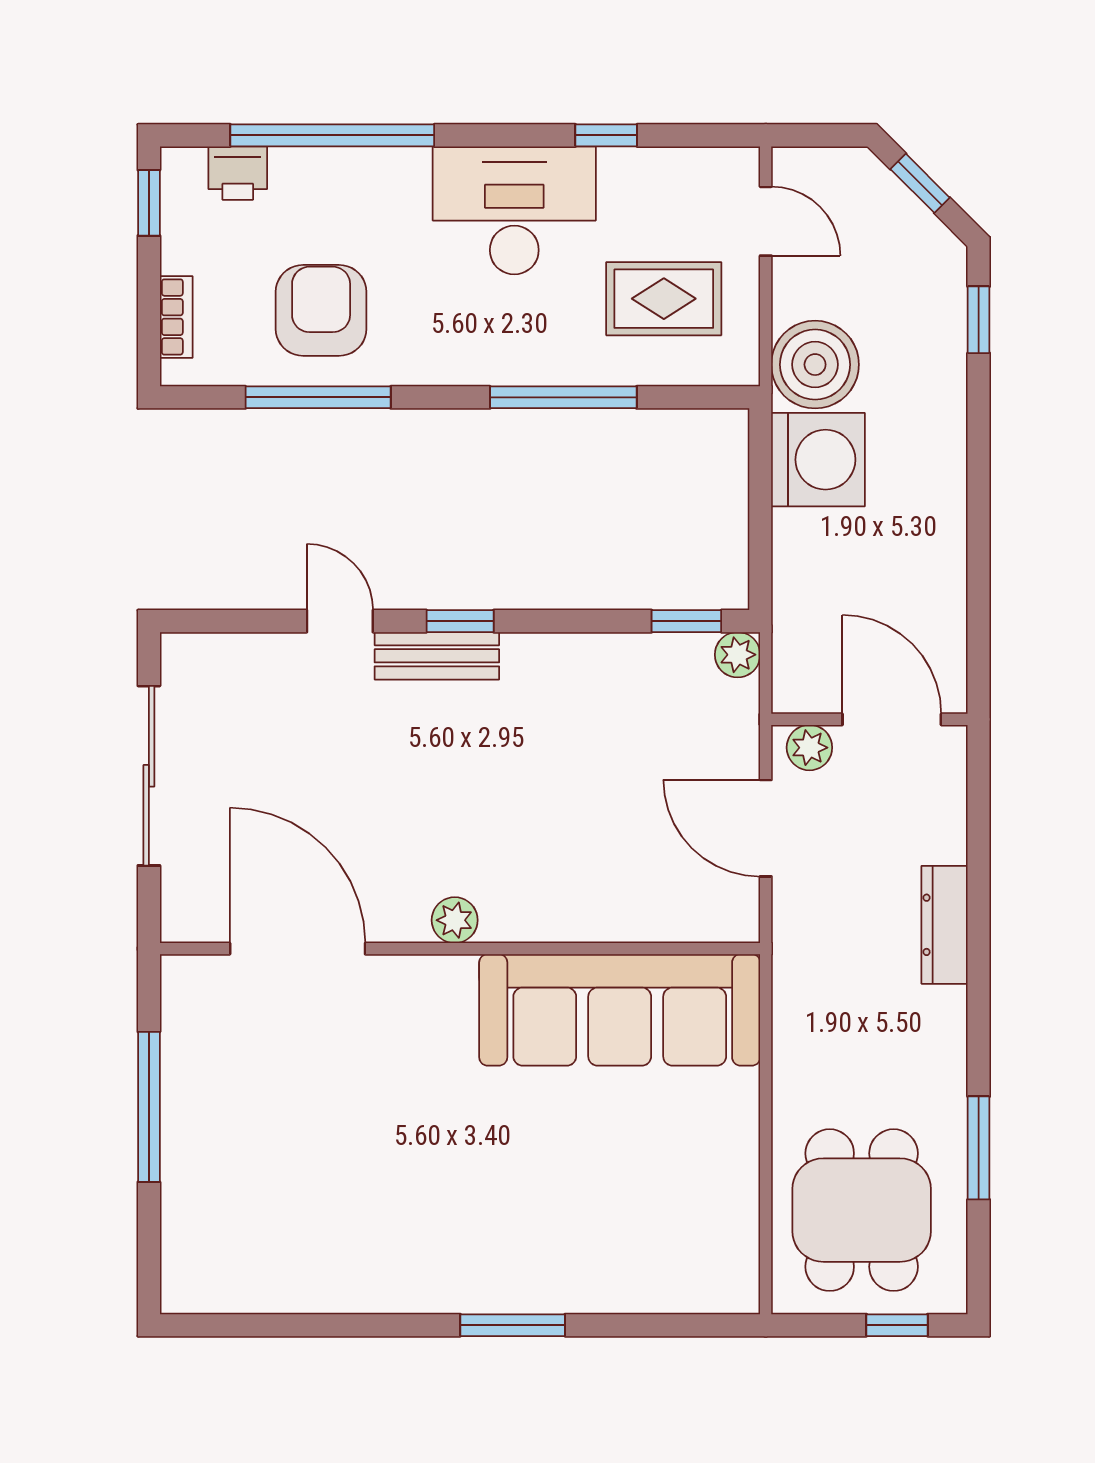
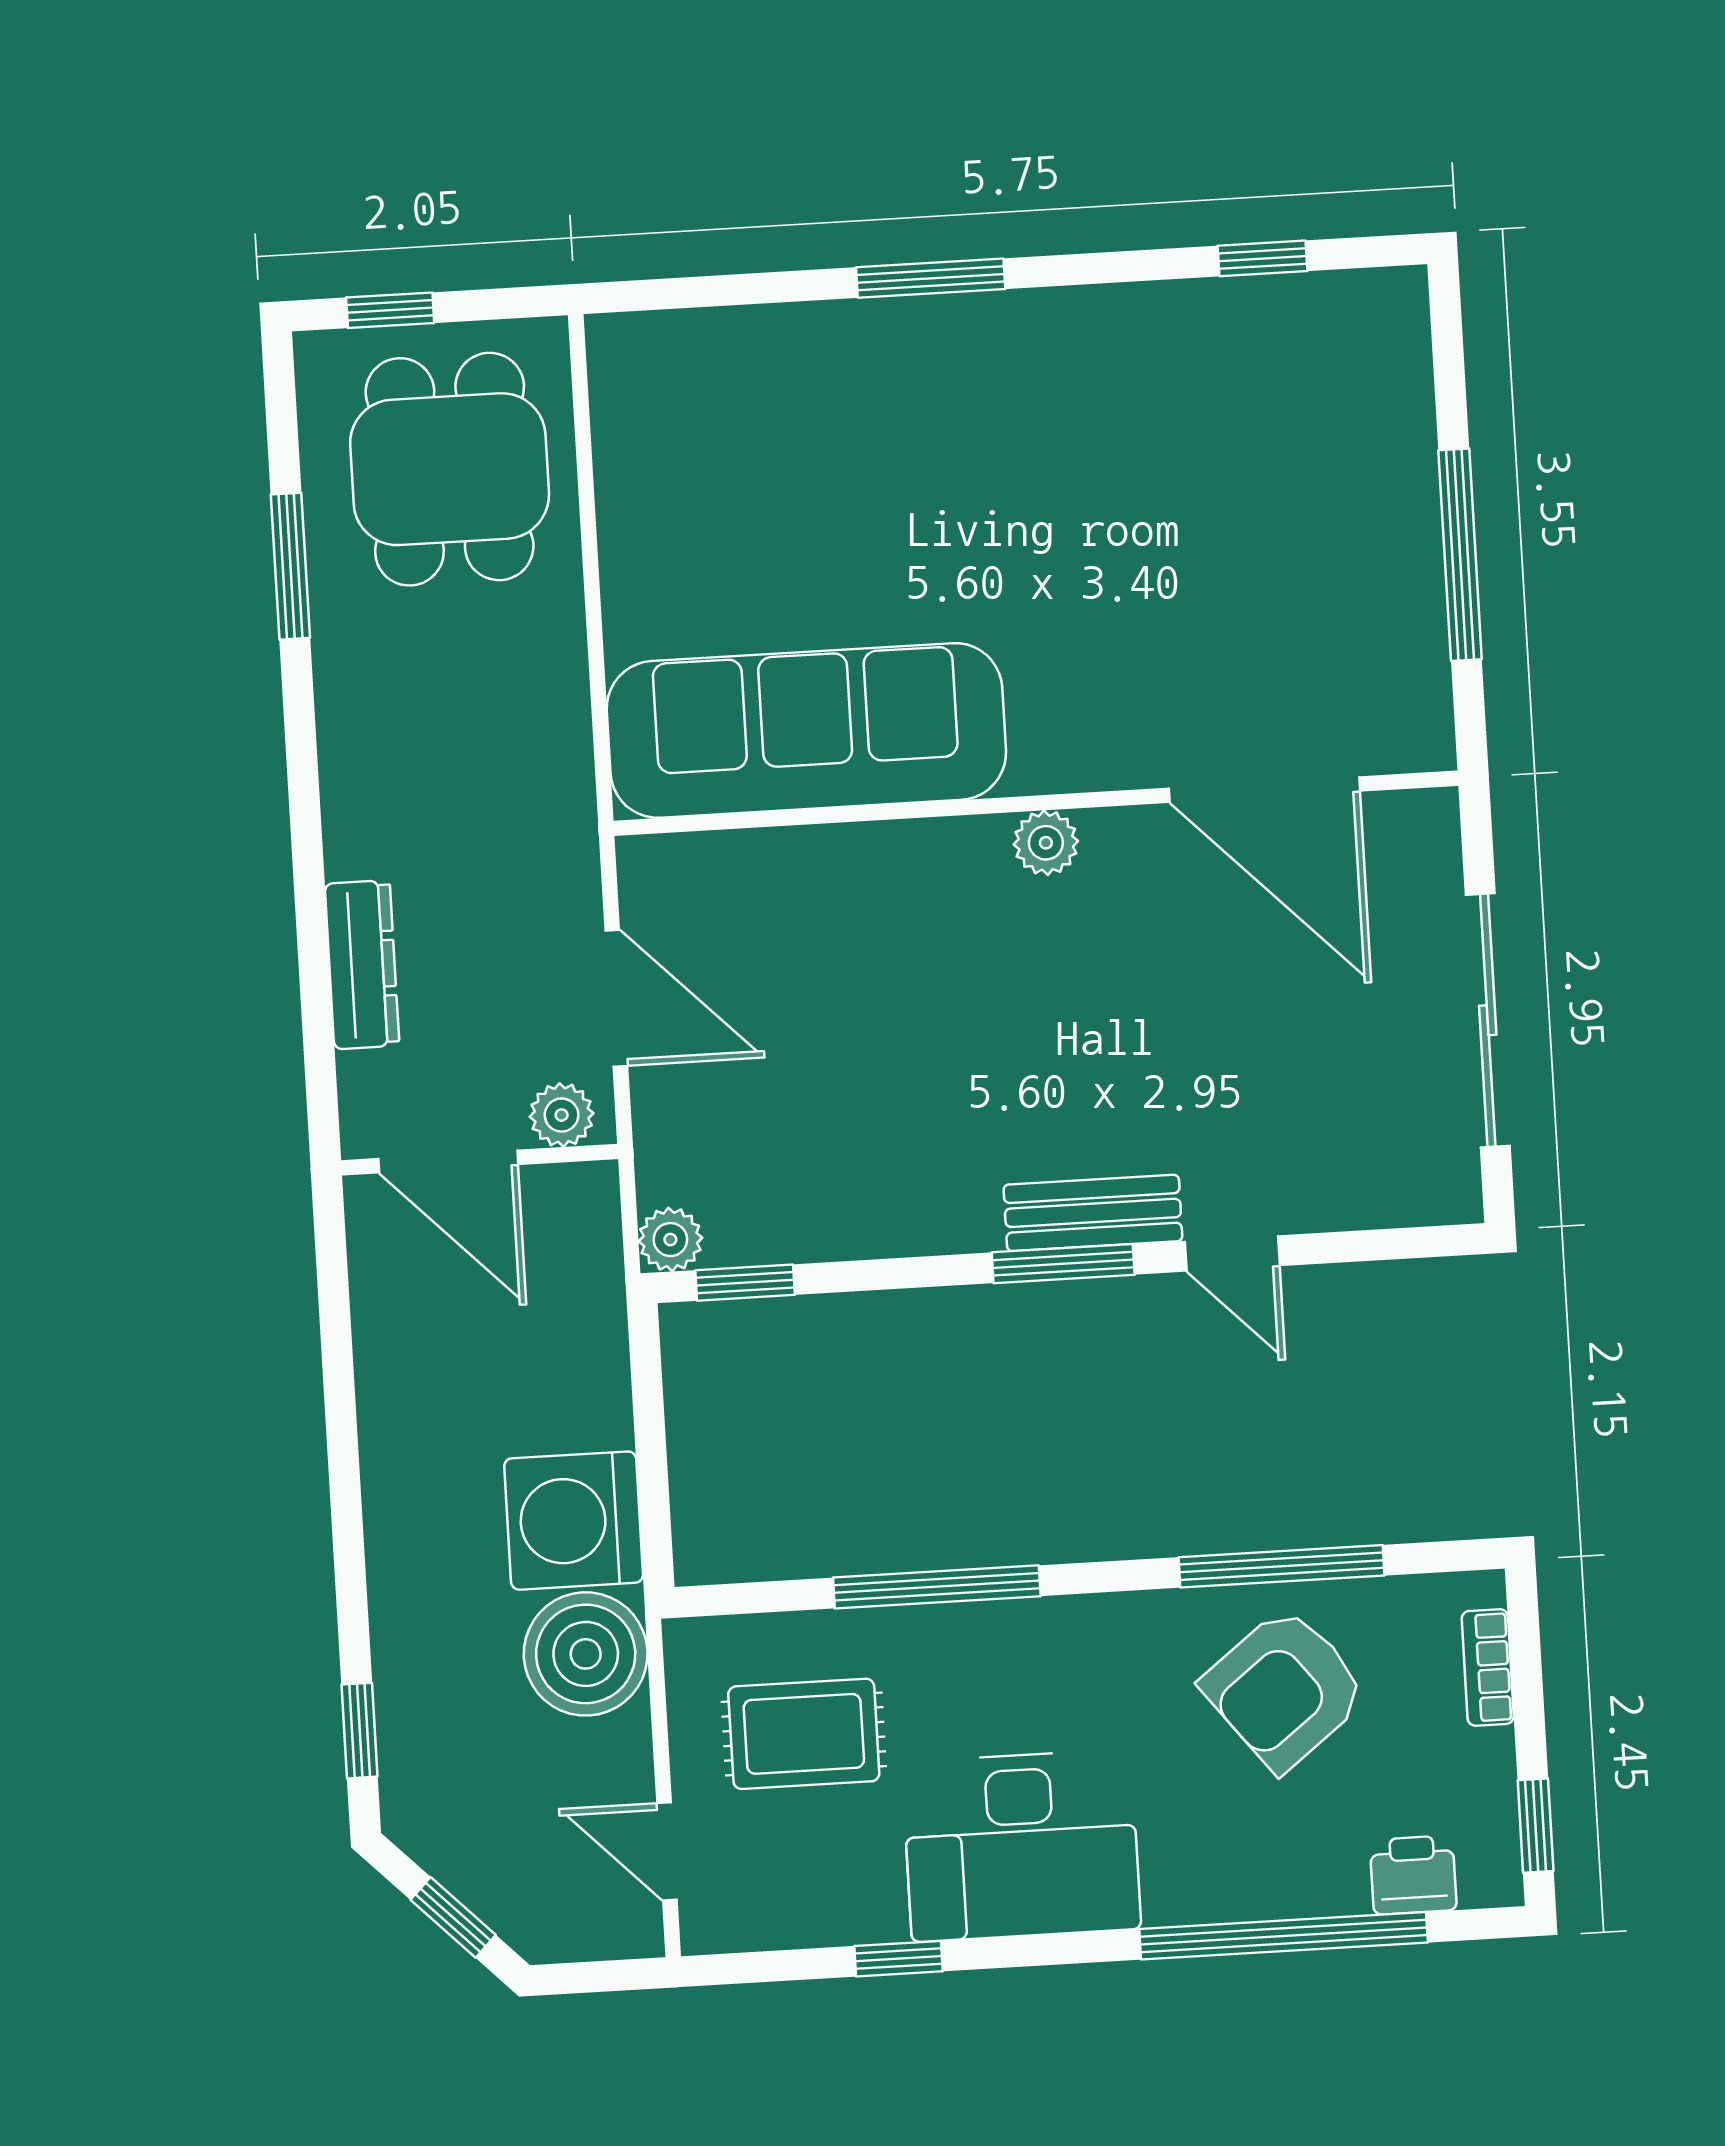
armchair: (321, 310) -> (1285, 1689), turned 52
window: (460, 621) -> (1063, 1264), width x1.50
dresser: (945, 925) -> (362, 965), moved
window: (277, 1325) -> (1262, 258), added

